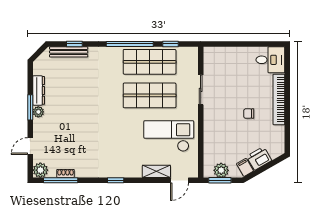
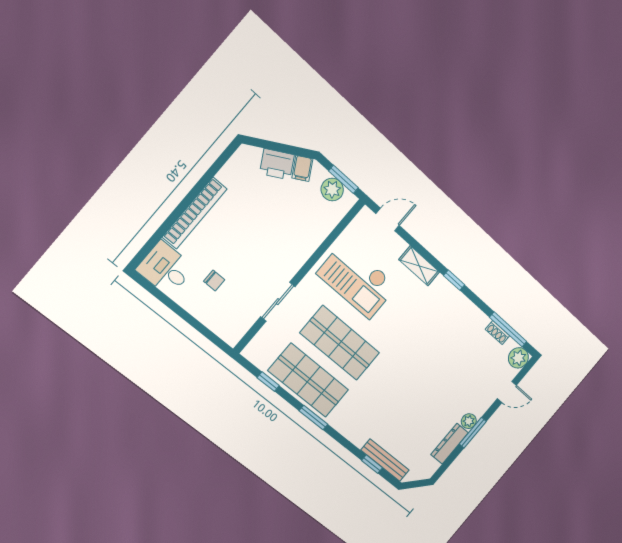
window: (130, 44) -> (313, 418), width x0.47
chair: (249, 114) -> (214, 280), moved
shelving: (156, 171) -> (419, 266), moved

